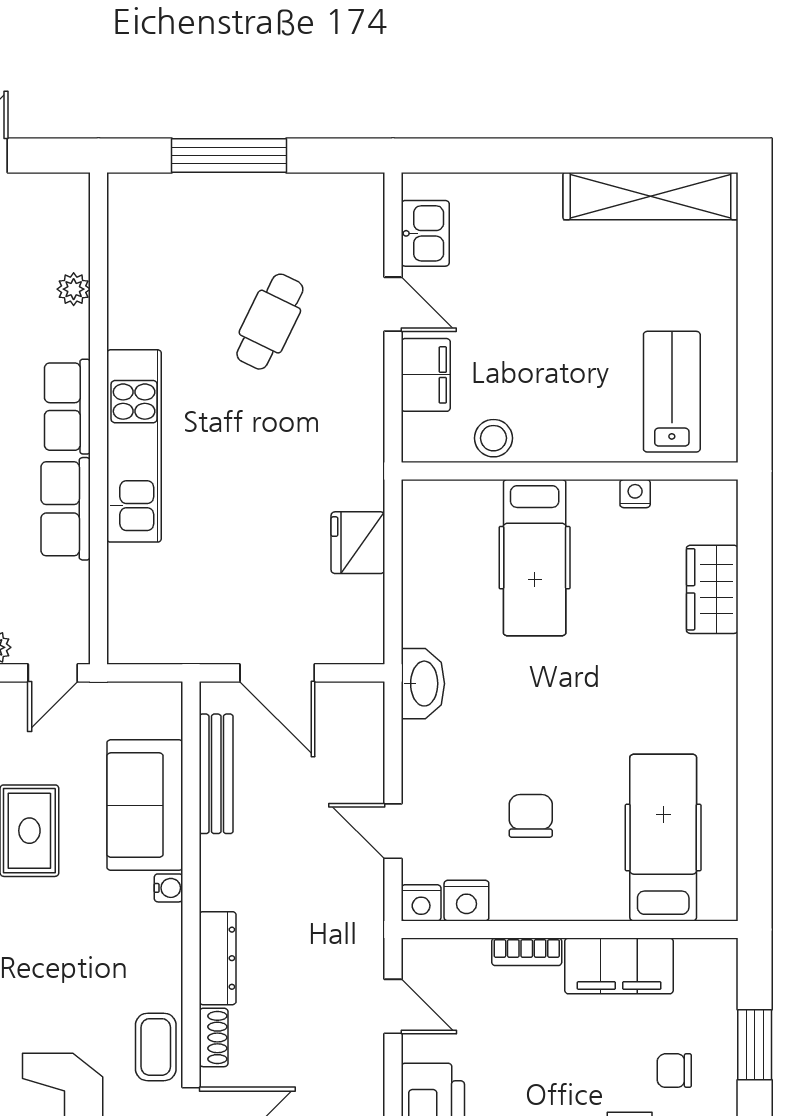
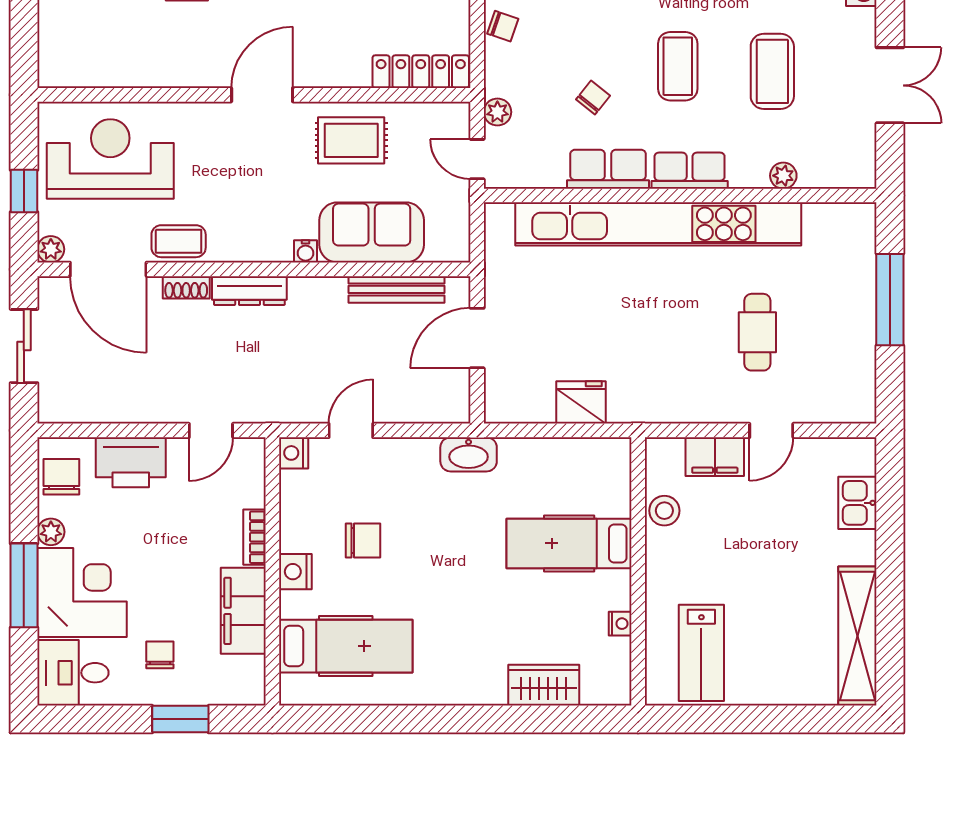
kitchen sink: (425, 233) -> (857, 503), moved, turned 90
cafe table: (270, 322) -> (757, 332), turned 64
lab bench: (672, 392) -> (701, 653), turned 90
kitchen unit: (134, 446) -> (658, 224), width x1.86
nightstand: (466, 901) -> (295, 572), moved

